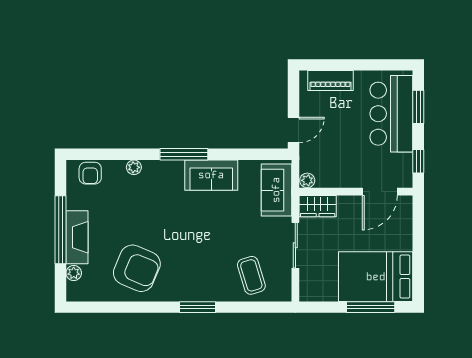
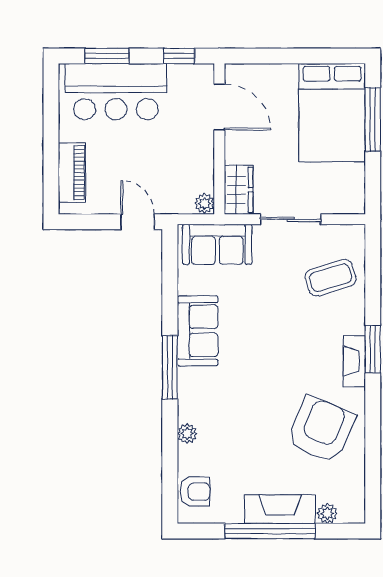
fireplace: (188, 293) -> (354, 361), added

